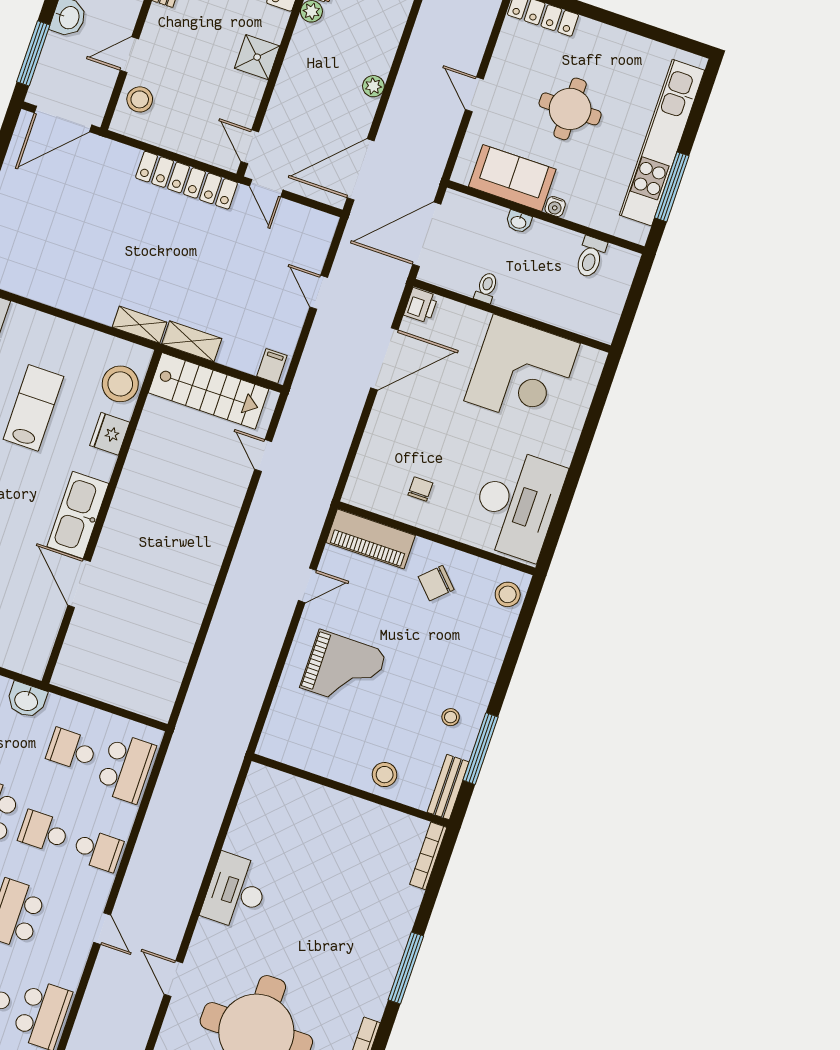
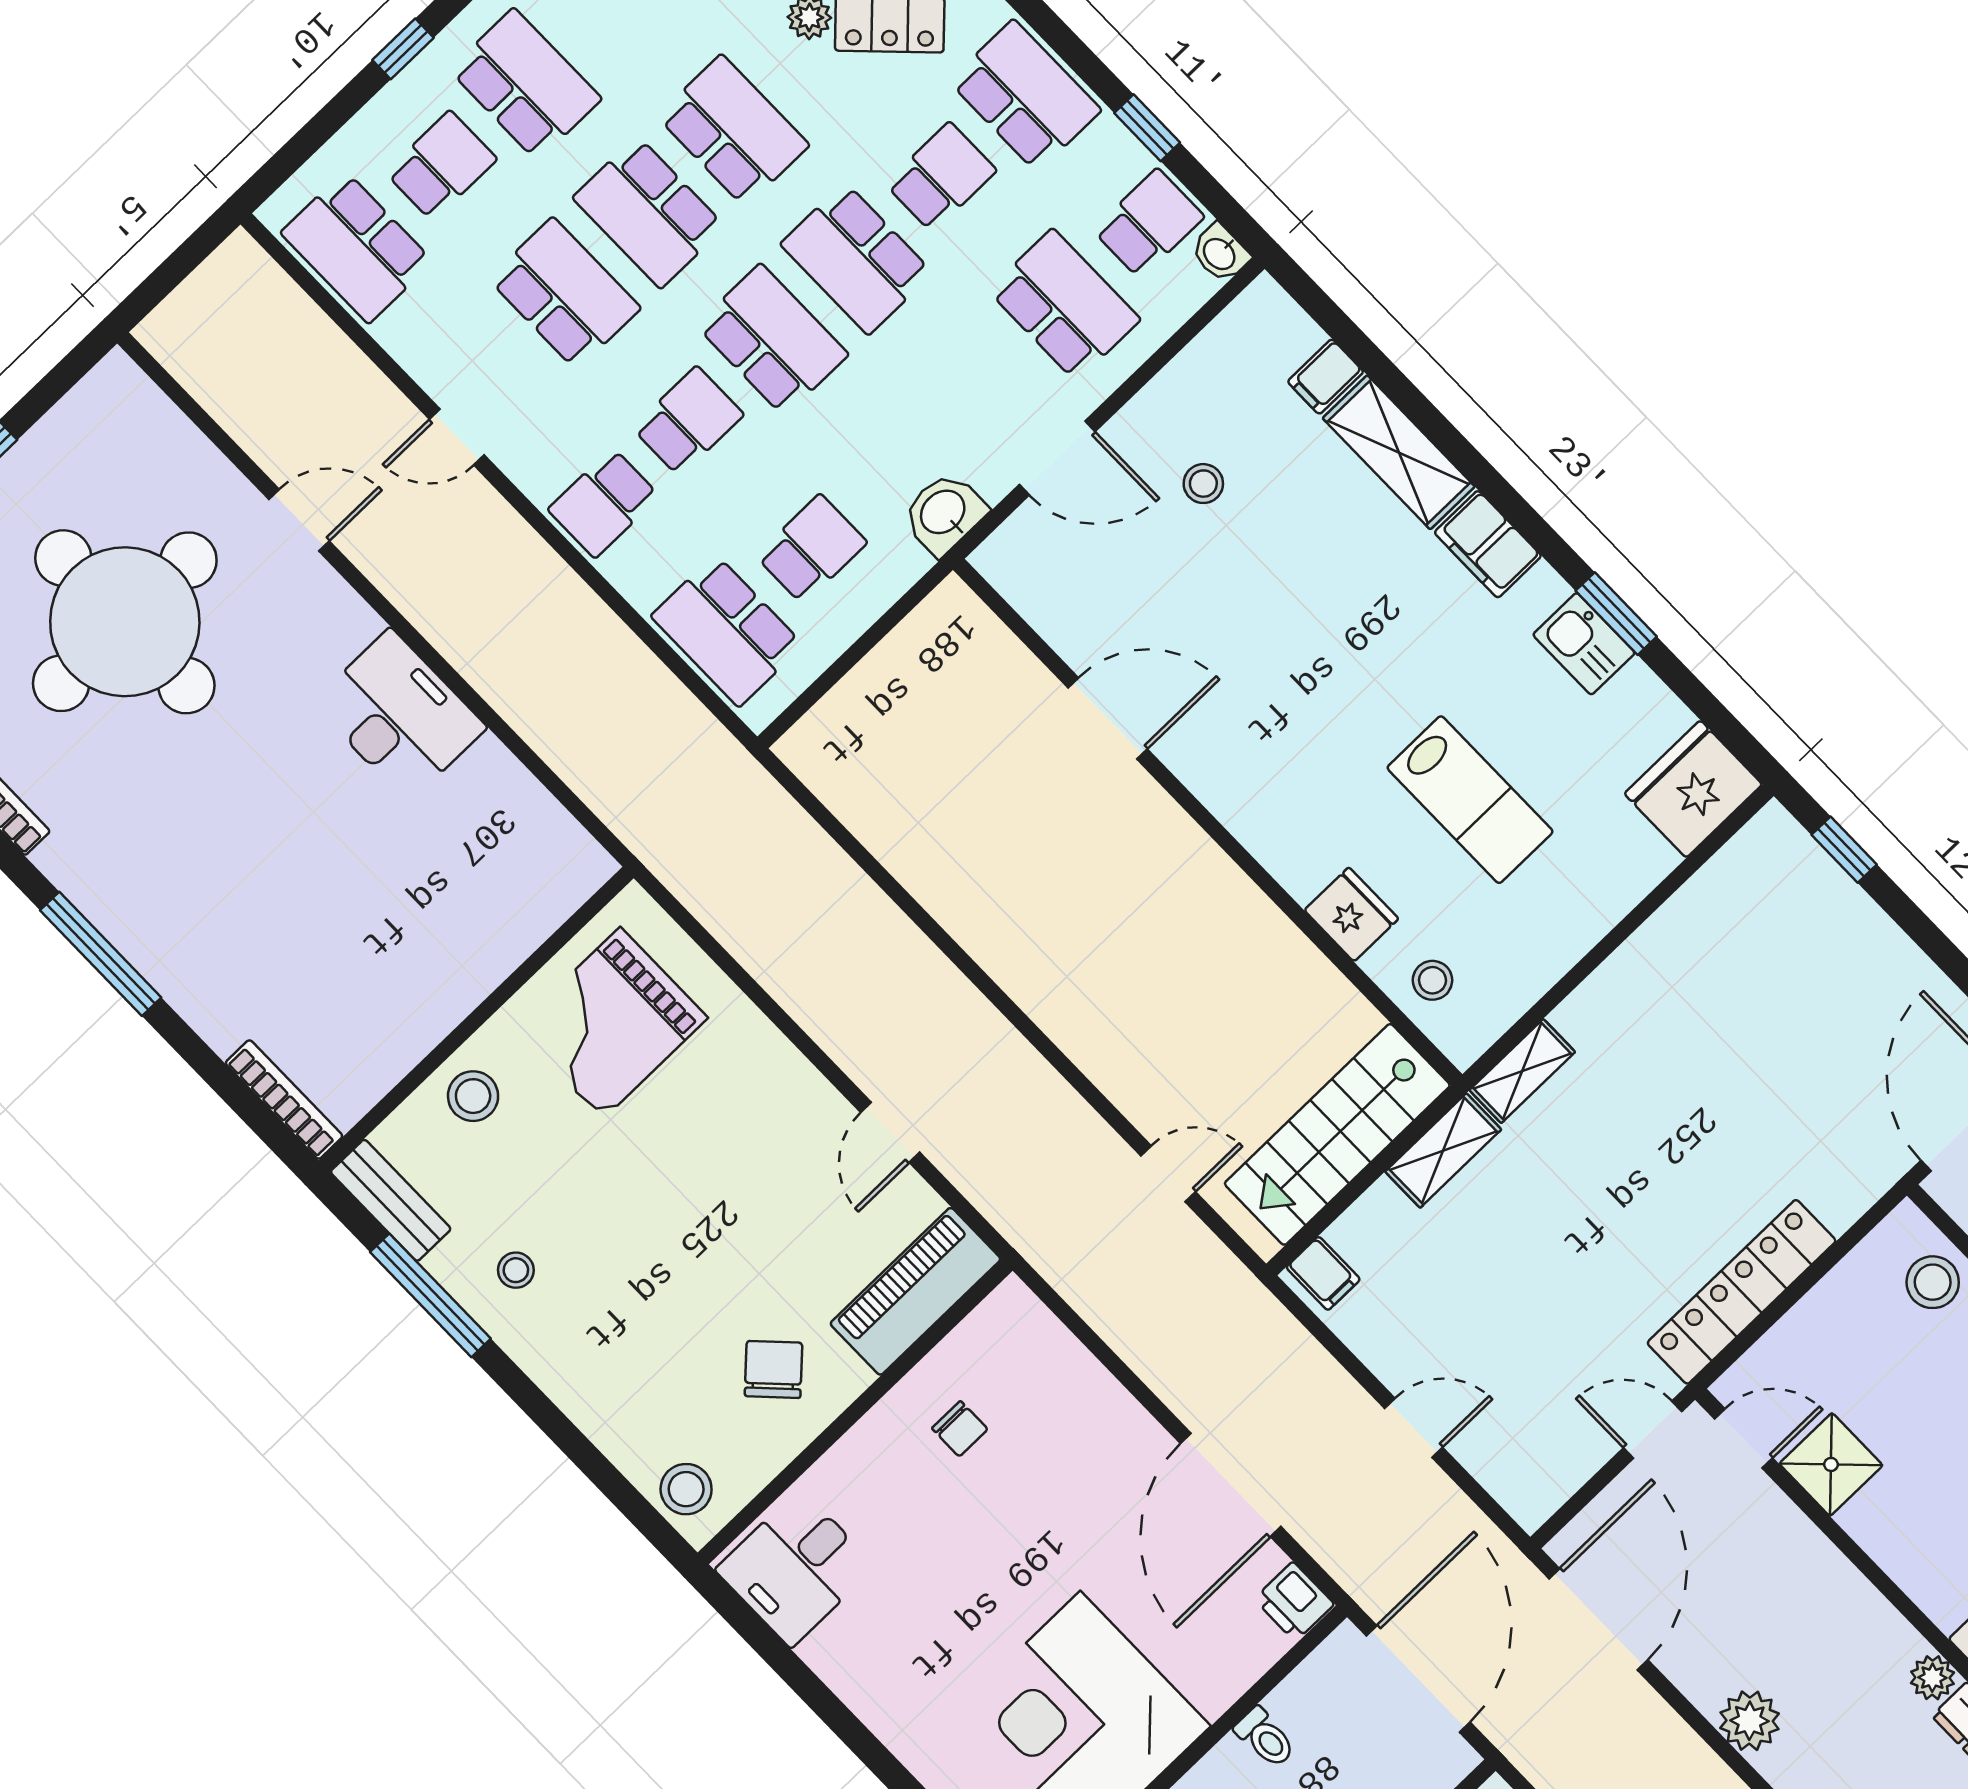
shower: (257, 57) -> (1831, 1464), moved
plant: (373, 86) -> (1750, 1721), width x1.38, depth x1.38
stool: (120, 384) -> (1432, 980), width x0.53, depth x0.53
desk: (517, 504) -> (796, 1568), width x0.53, depth x0.77
kitchen sink: (78, 515) -> (1233, 780), removed
grand piano: (343, 670) -> (611, 1023), moved

